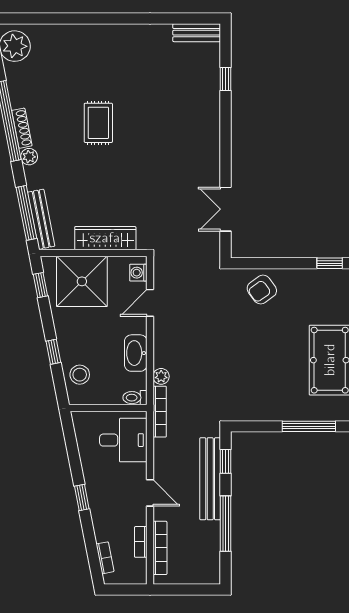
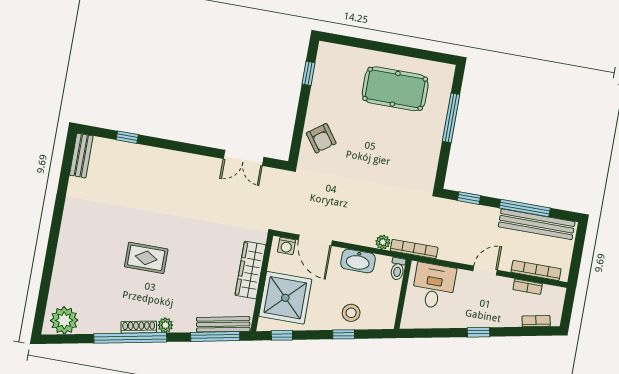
door: (150, 303) -> (315, 240), width x1.38
stool: (80, 375) -> (351, 313), moved
bench: (210, 479) -> (537, 224), moved

